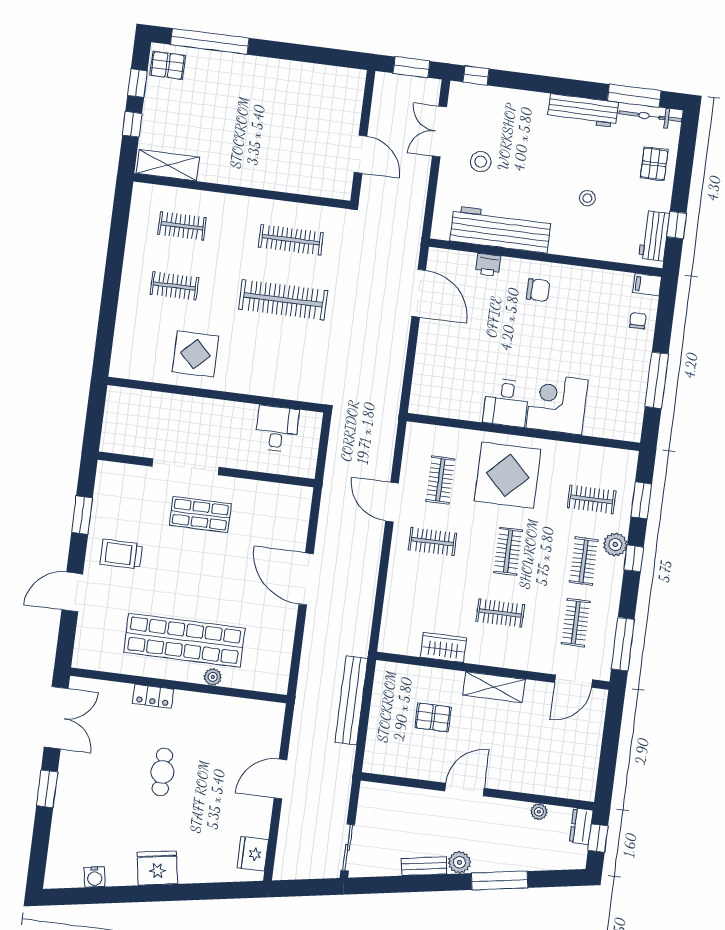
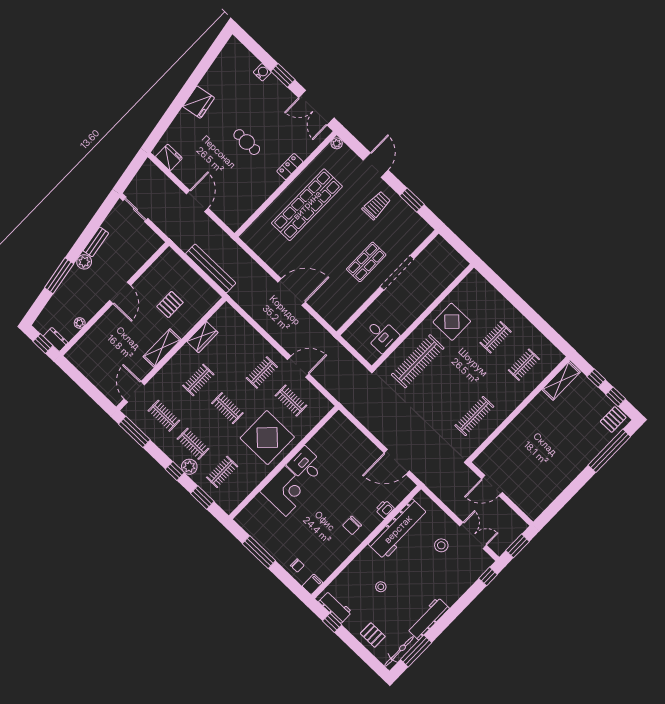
clothes rail: (283, 300) -> (418, 361), moved
plant: (213, 677) -> (337, 143), moved
water cooler: (95, 877) -> (262, 72), moved, turned 99

